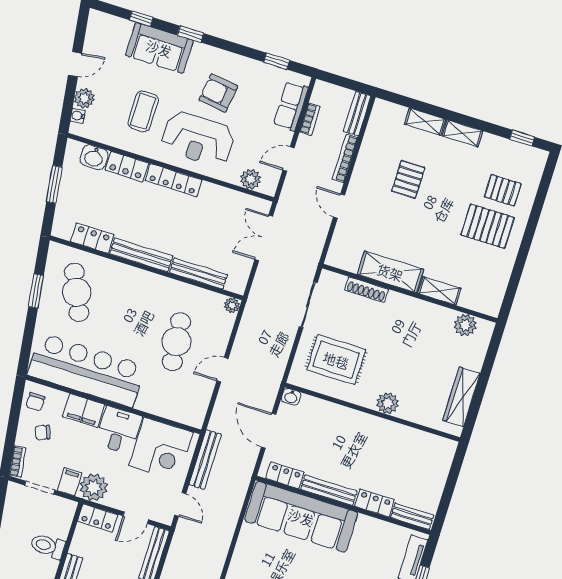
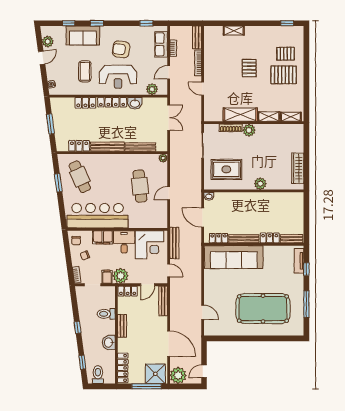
plant: (84, 98) -> (48, 42), moved
shelving: (463, 133) -> (291, 117), moved
washbasin: (94, 157) -> (135, 103), moved
pallet: (408, 179) -> (249, 68), moved
double door: (264, 238) -> (169, 118), swing flipped
plant: (465, 325) -> (249, 130), moved

